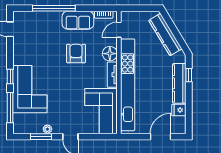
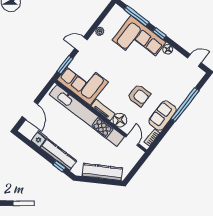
floor lamp: (18, 59) -> (168, 49), added
window: (41, 137) -> (65, 65), moved

